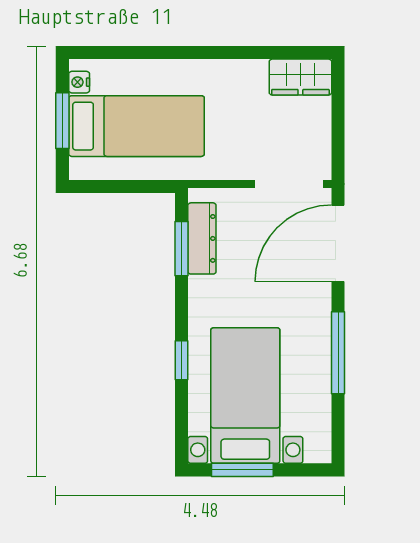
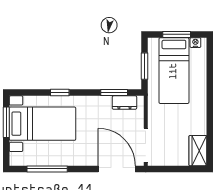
window: (127, 187) -> (144, 66), added
dresser: (202, 238) -> (124, 103), width x0.70
window: (338, 353) -> (47, 169), moved

